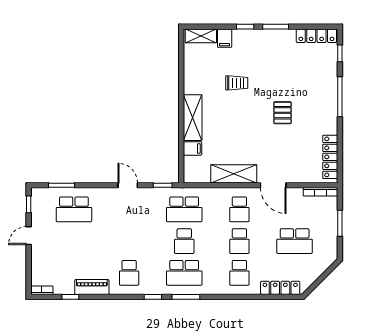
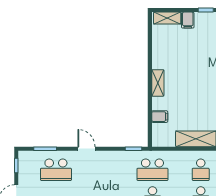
trolley: (237, 83) -> (198, 59), removed
shelving: (193, 118) -> (158, 83), width x0.67, depth x0.75
door: (128, 185) -> (86, 149), moved

